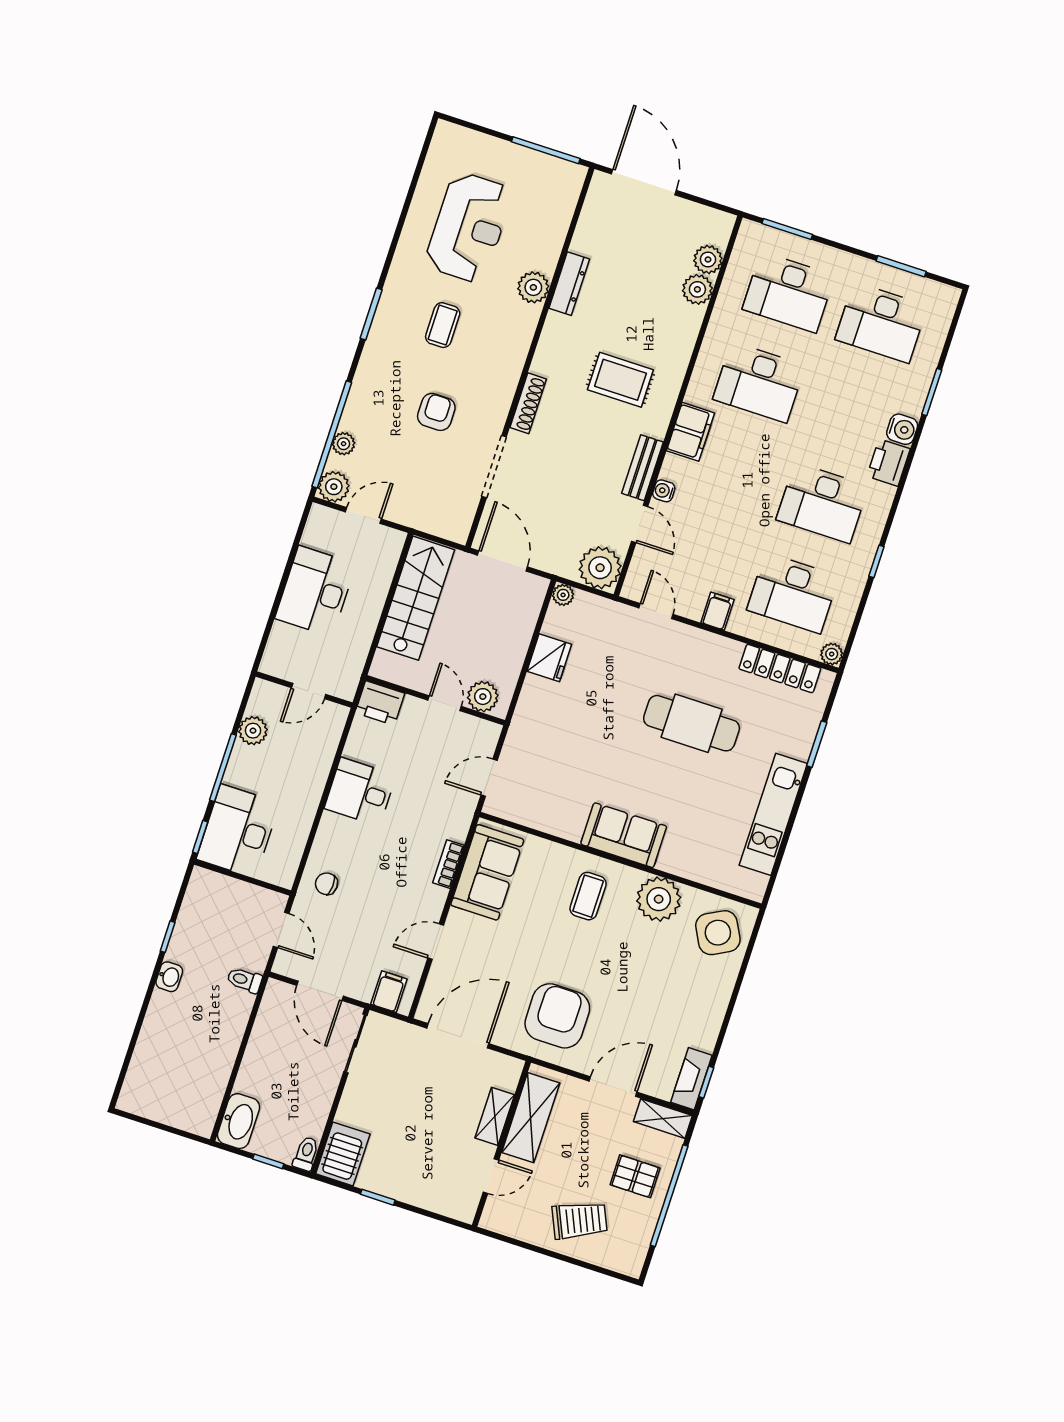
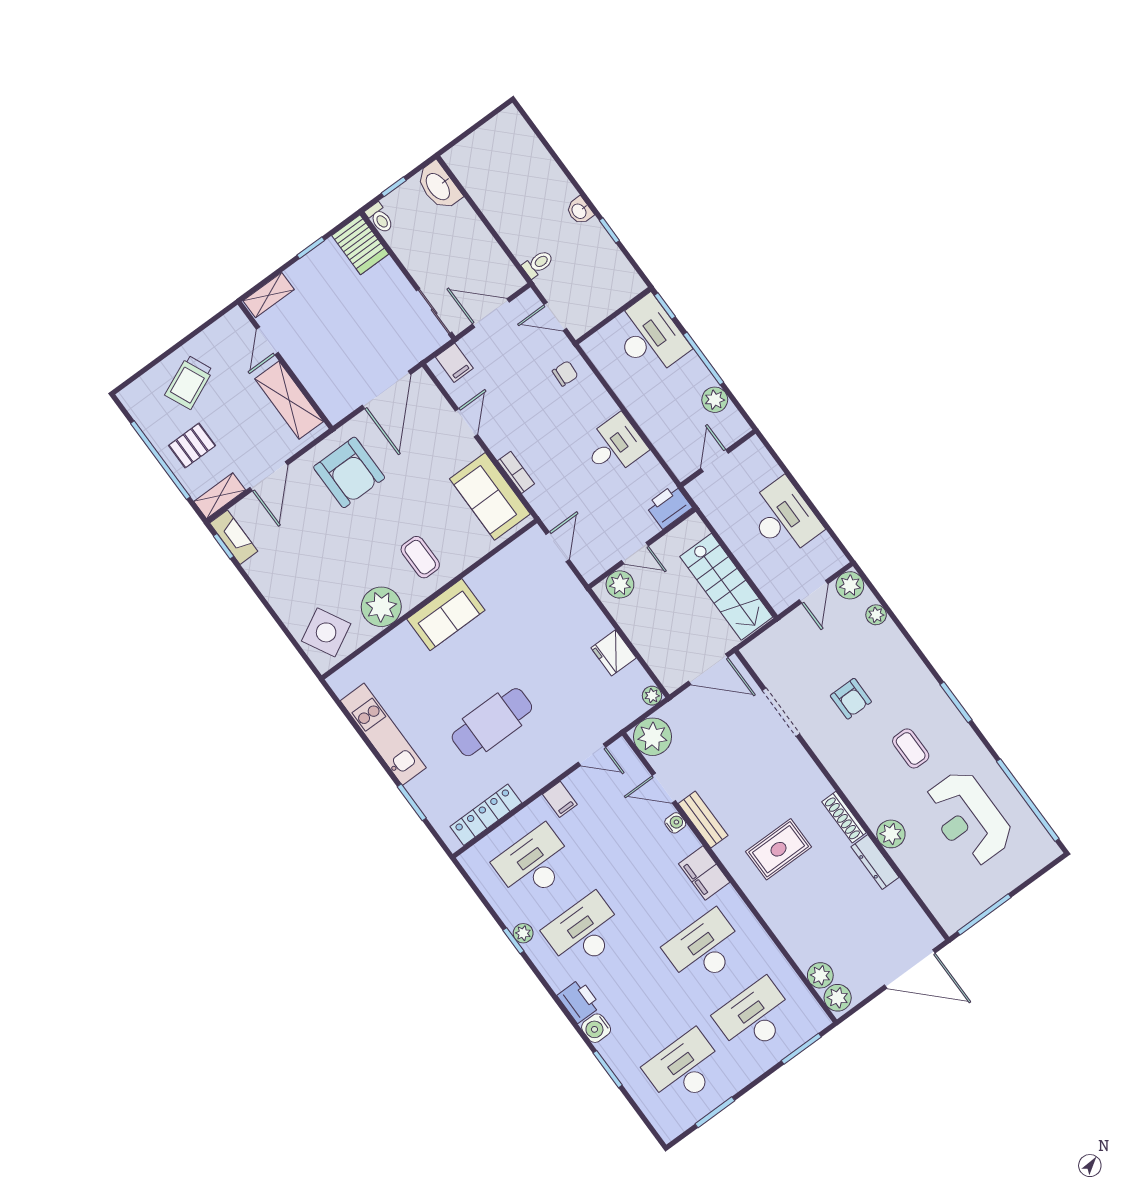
plant: (697, 289) -> (838, 998), moved
shoe rack: (528, 403) -> (844, 817), moved
window: (332, 434) -> (1028, 800), moved
plant: (832, 654) -> (523, 933), moved
shelving: (495, 1116) -> (269, 295), moved, turned 90

